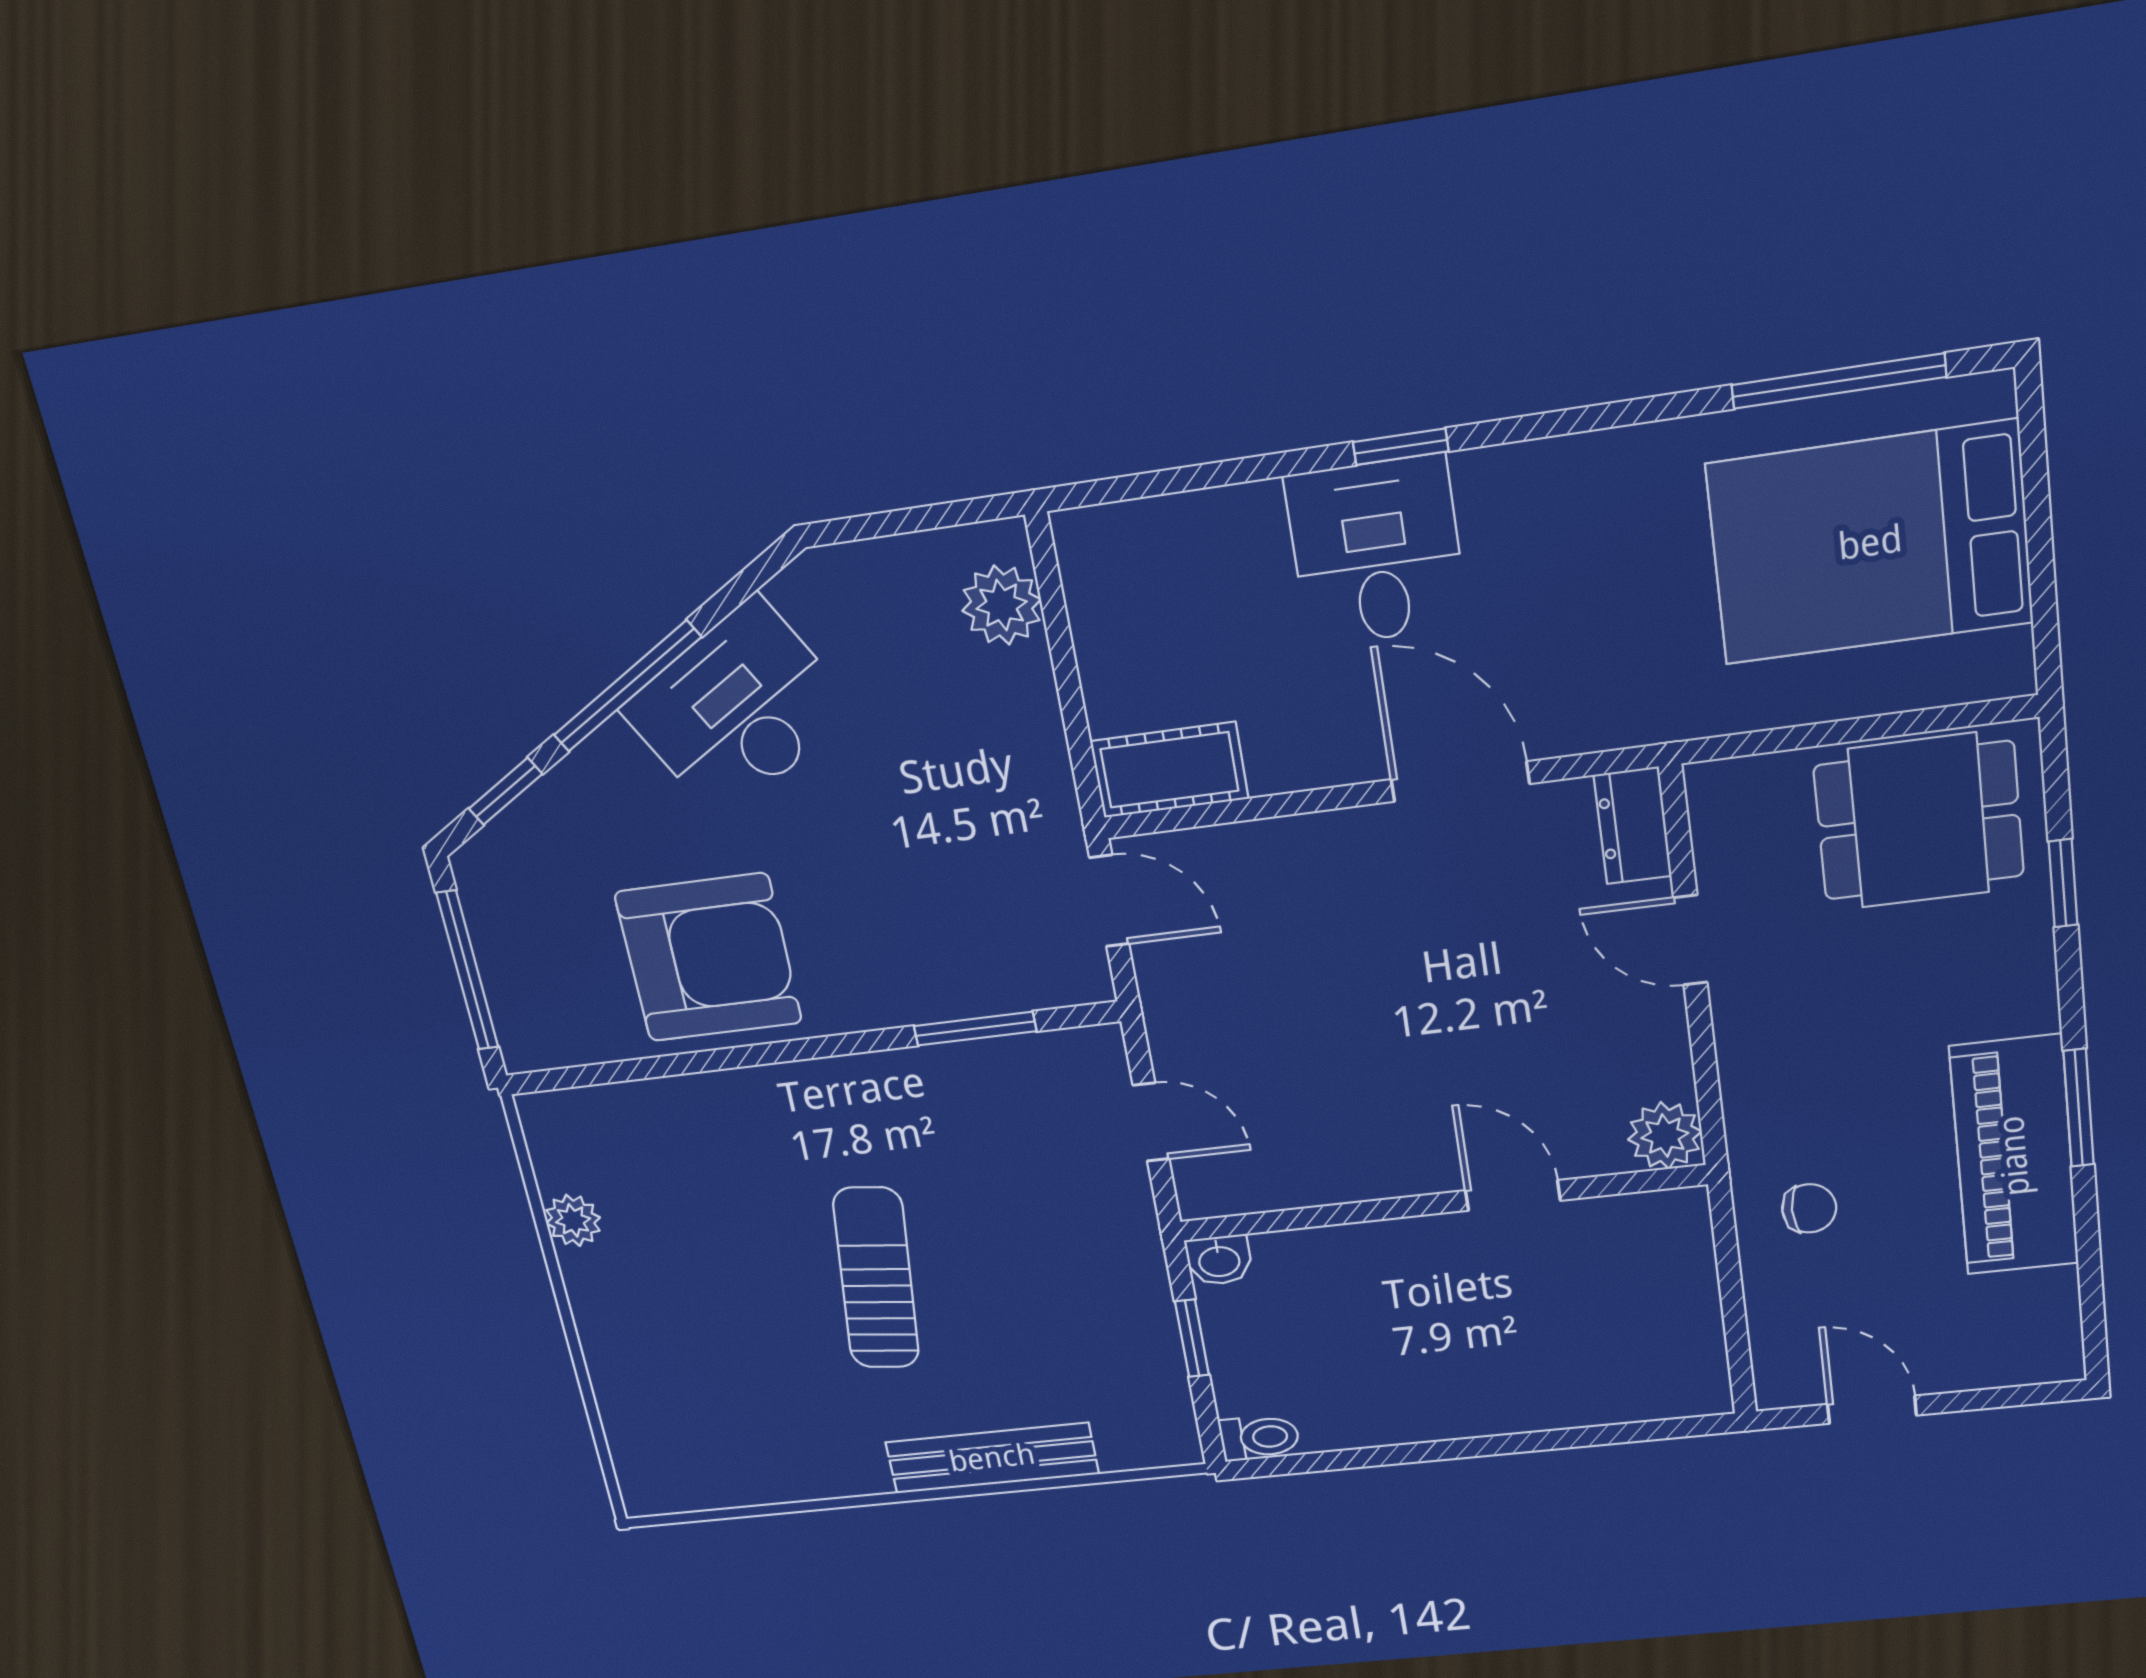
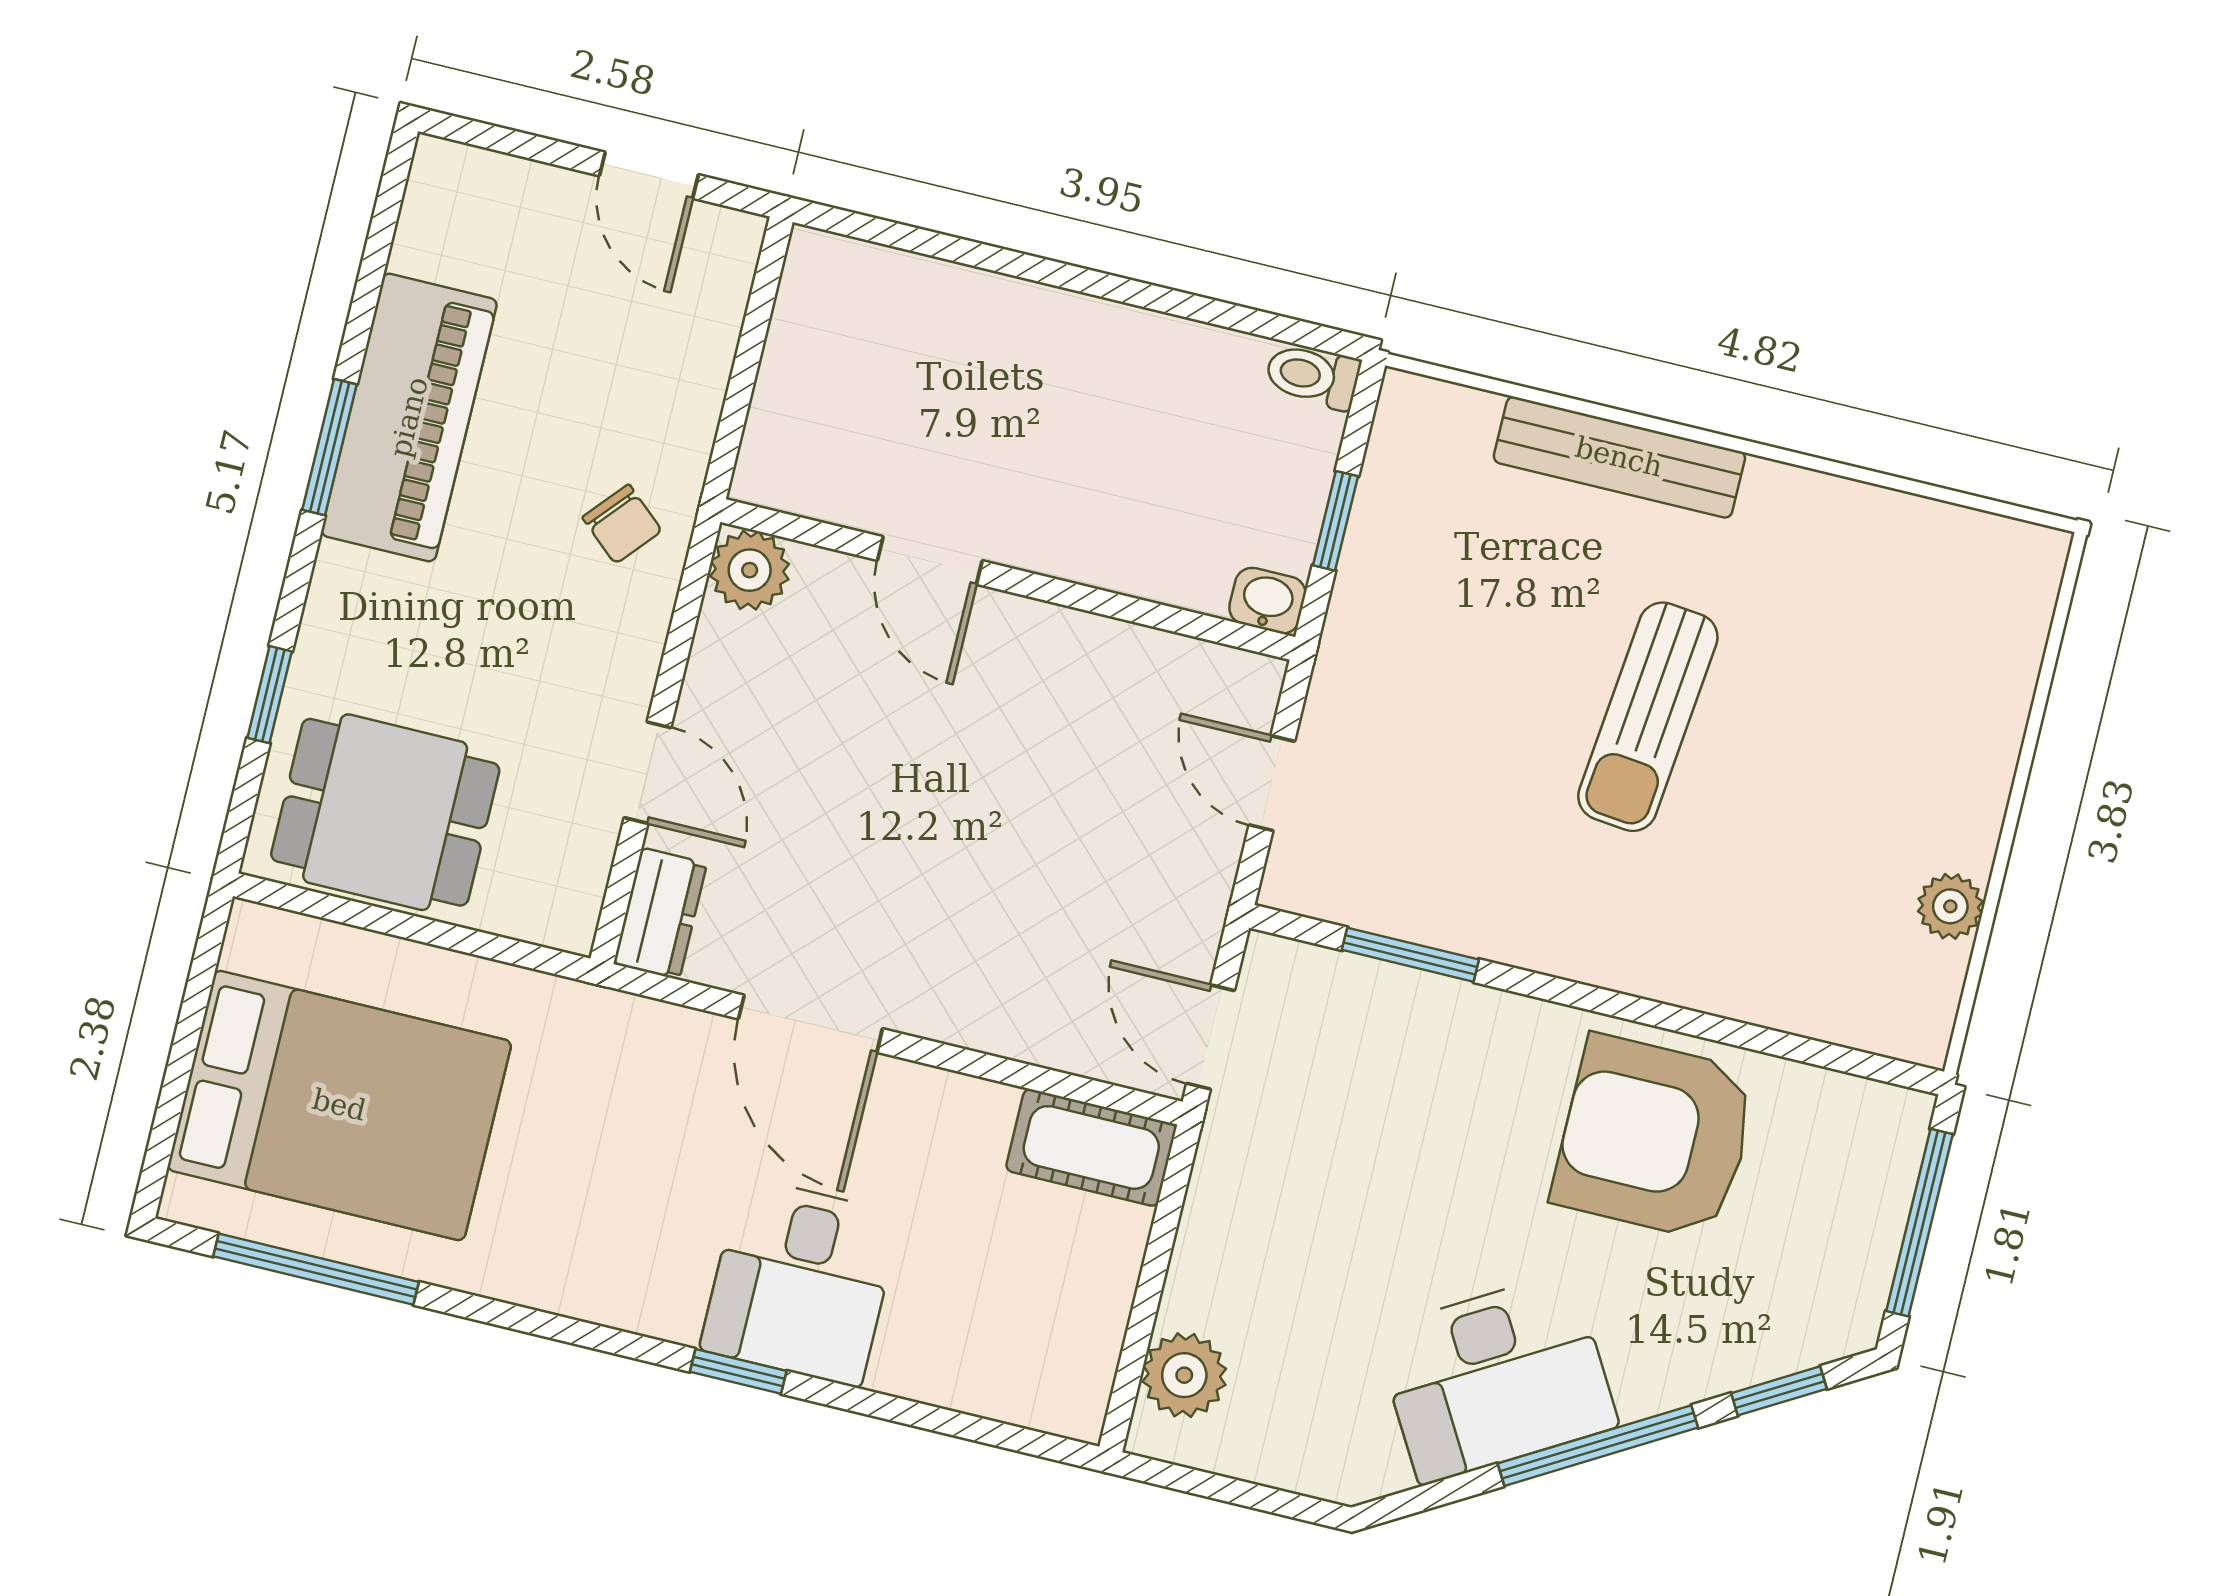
chair: (1809, 1208) -> (622, 524), moved, turned -139

